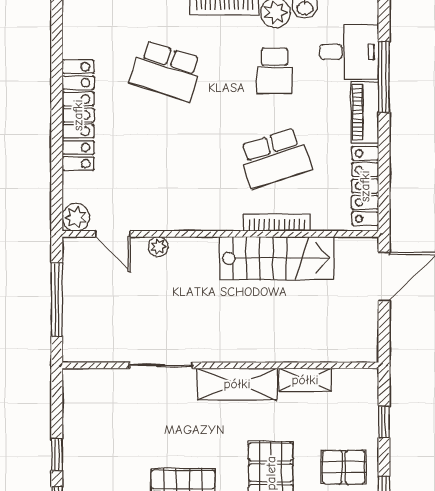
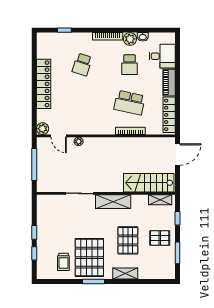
school desk: (166, 71) -> (82, 65), width x0.54
window: (384, 77) -> (177, 67), removed
school desk: (275, 158) -> (129, 103), turned 30
stairs: (277, 258) -> (149, 183), moved, turned 180
shelving: (305, 380) -> (160, 200), moved

